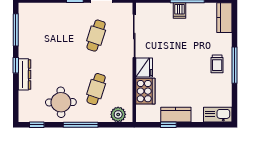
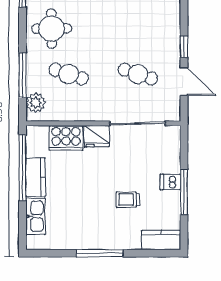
trolley: (217, 64) -> (128, 200), moved
kitchen sink: (218, 115) -> (36, 216), moved
window: (81, 125) -> (23, 75), moved
window: (168, 125) -> (23, 168), width x3.17

